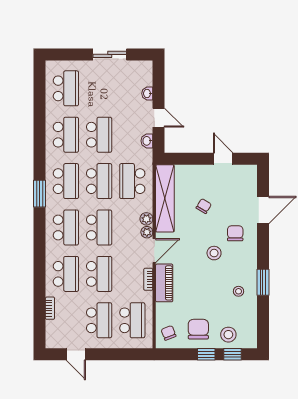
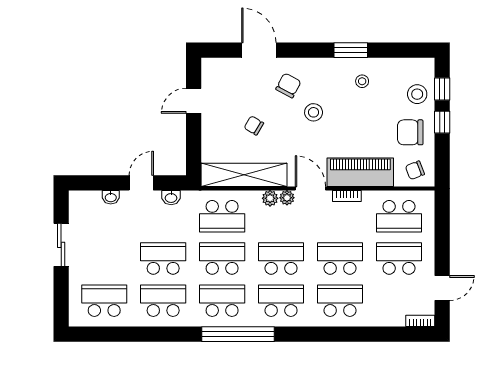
window: (40, 194) -> (238, 334), width x2.11
chair: (235, 233) -> (288, 85), turned 118
piano: (164, 283) -> (360, 172), width x1.37, depth x1.33
bookcase: (50, 308) -> (420, 321), moved
school desk: (132, 320) -> (399, 216), turned 180

